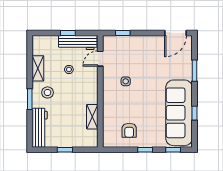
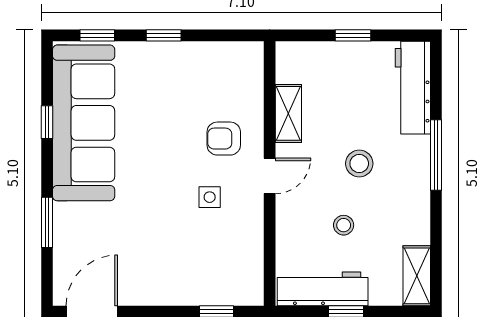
door: (100, 59) -> (270, 176), moved
shelving: (38, 68) -> (417, 276), moved
stool: (48, 92) -> (359, 164), moved
window: (30, 99) -> (436, 155), width x1.44
armchair: (129, 130) -> (224, 139), moved, turned -90

